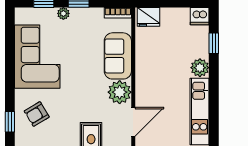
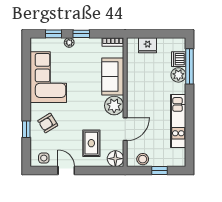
dishwasher: (200, 16) -> (179, 59), moved, turned 90
fridge: (149, 17) -> (148, 45), moved
window: (214, 43) -> (190, 66), width x2.17
plant: (200, 68) -> (178, 75), moved

